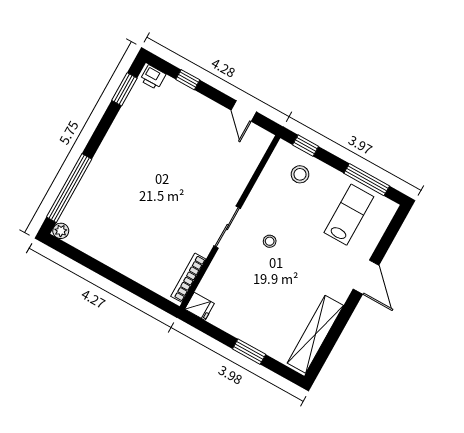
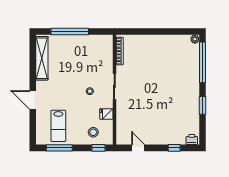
window: (124, 89) -> (203, 105), moved
fridge: (200, 306) -> (106, 114), moved
window: (249, 352) -> (70, 32), width x2.11

